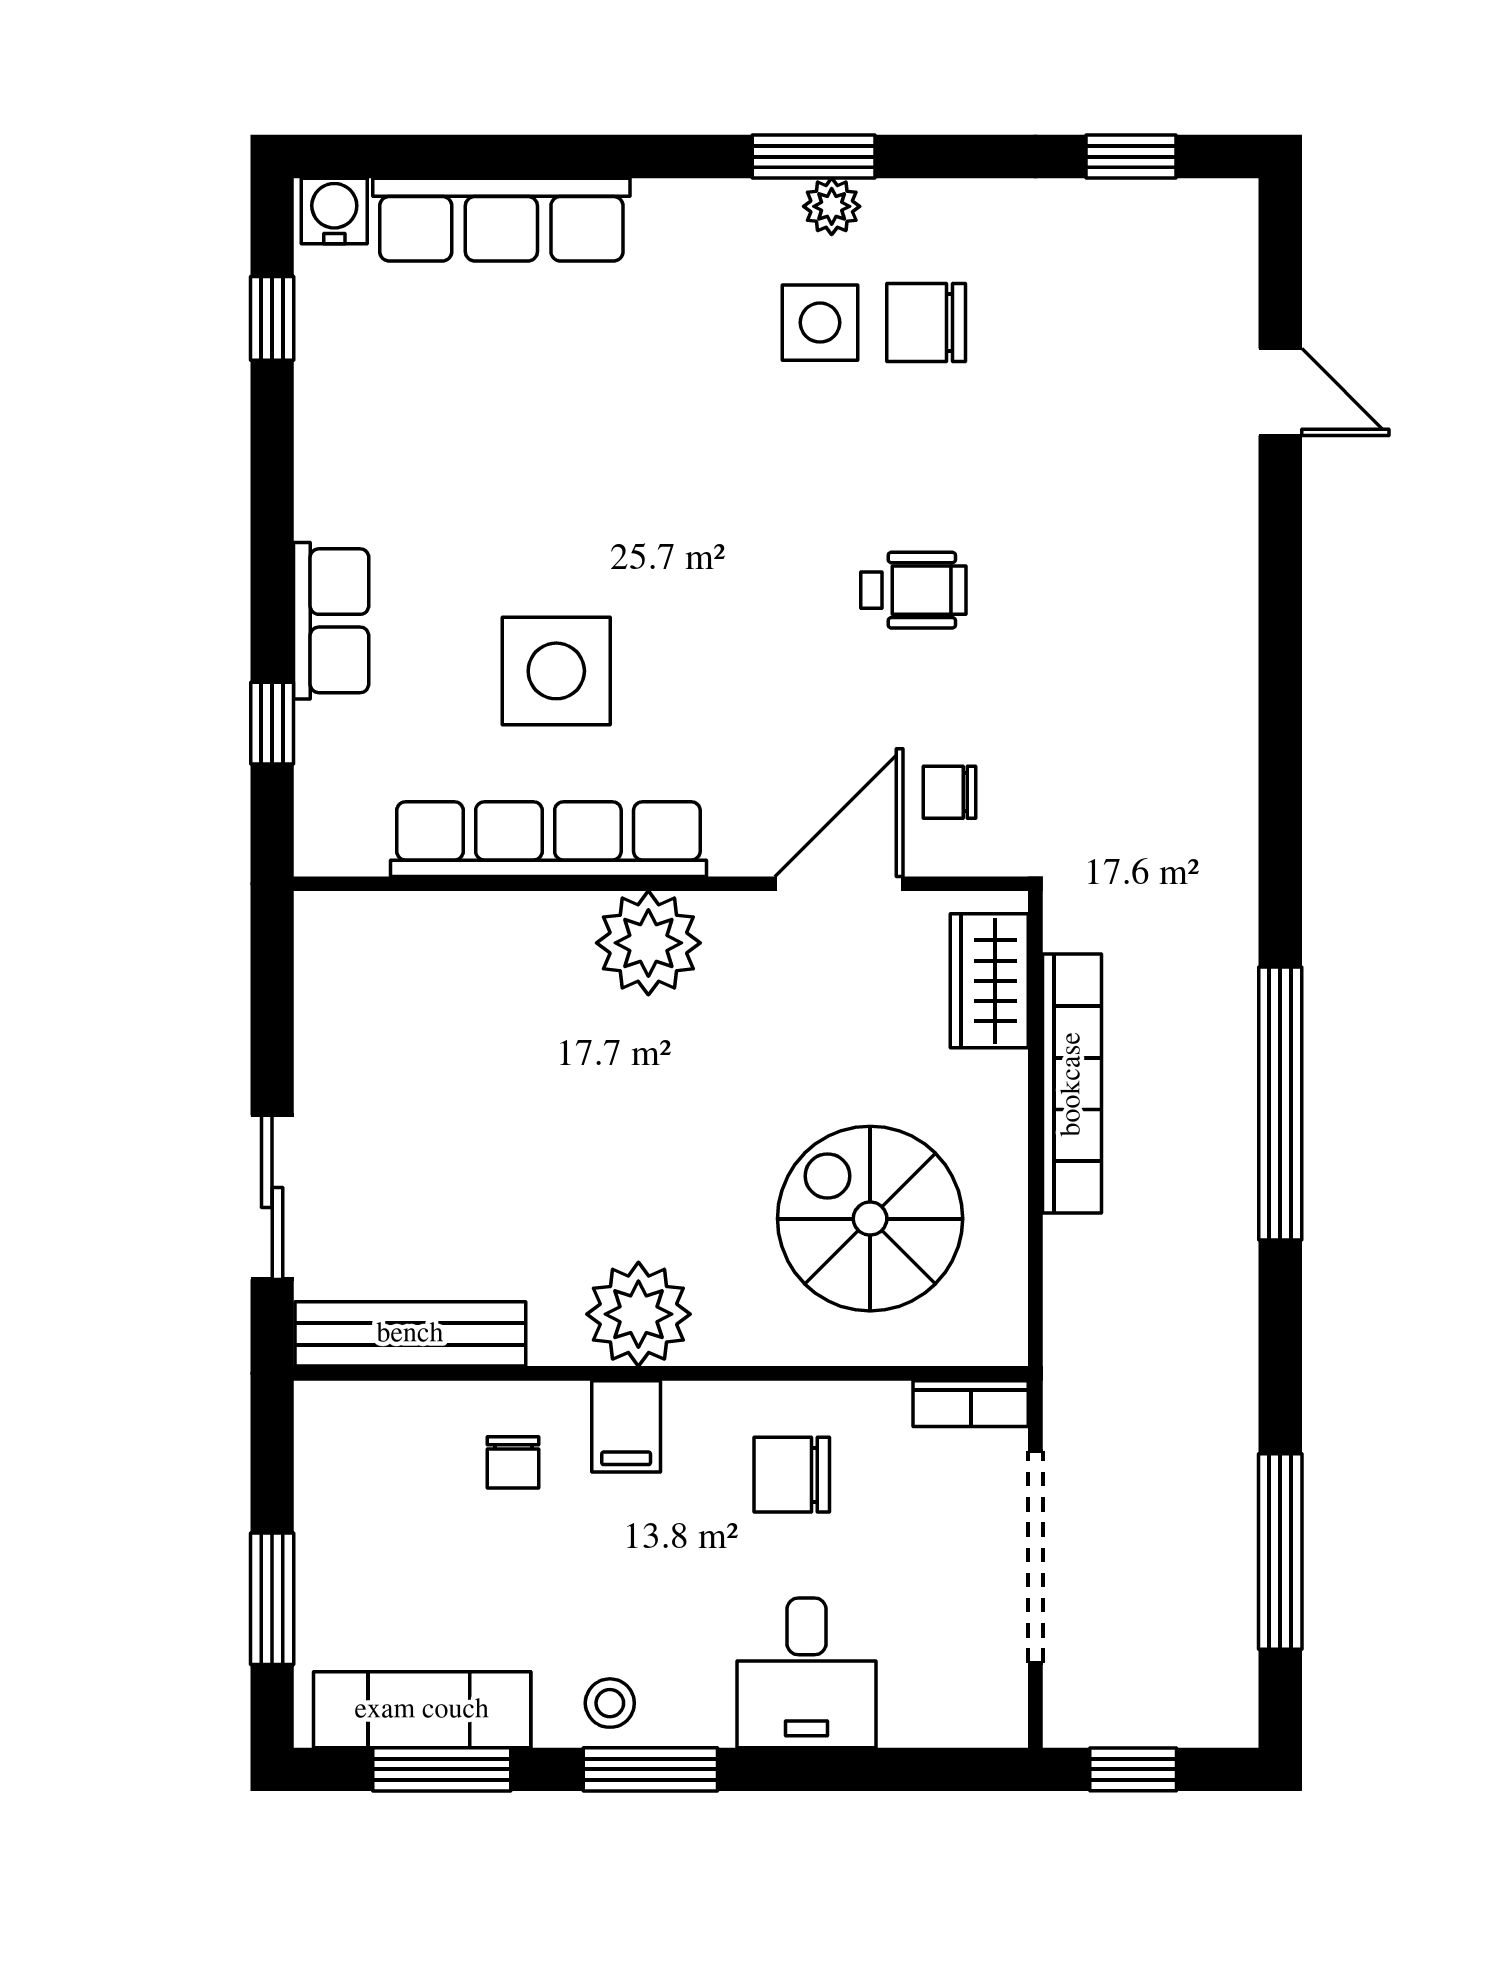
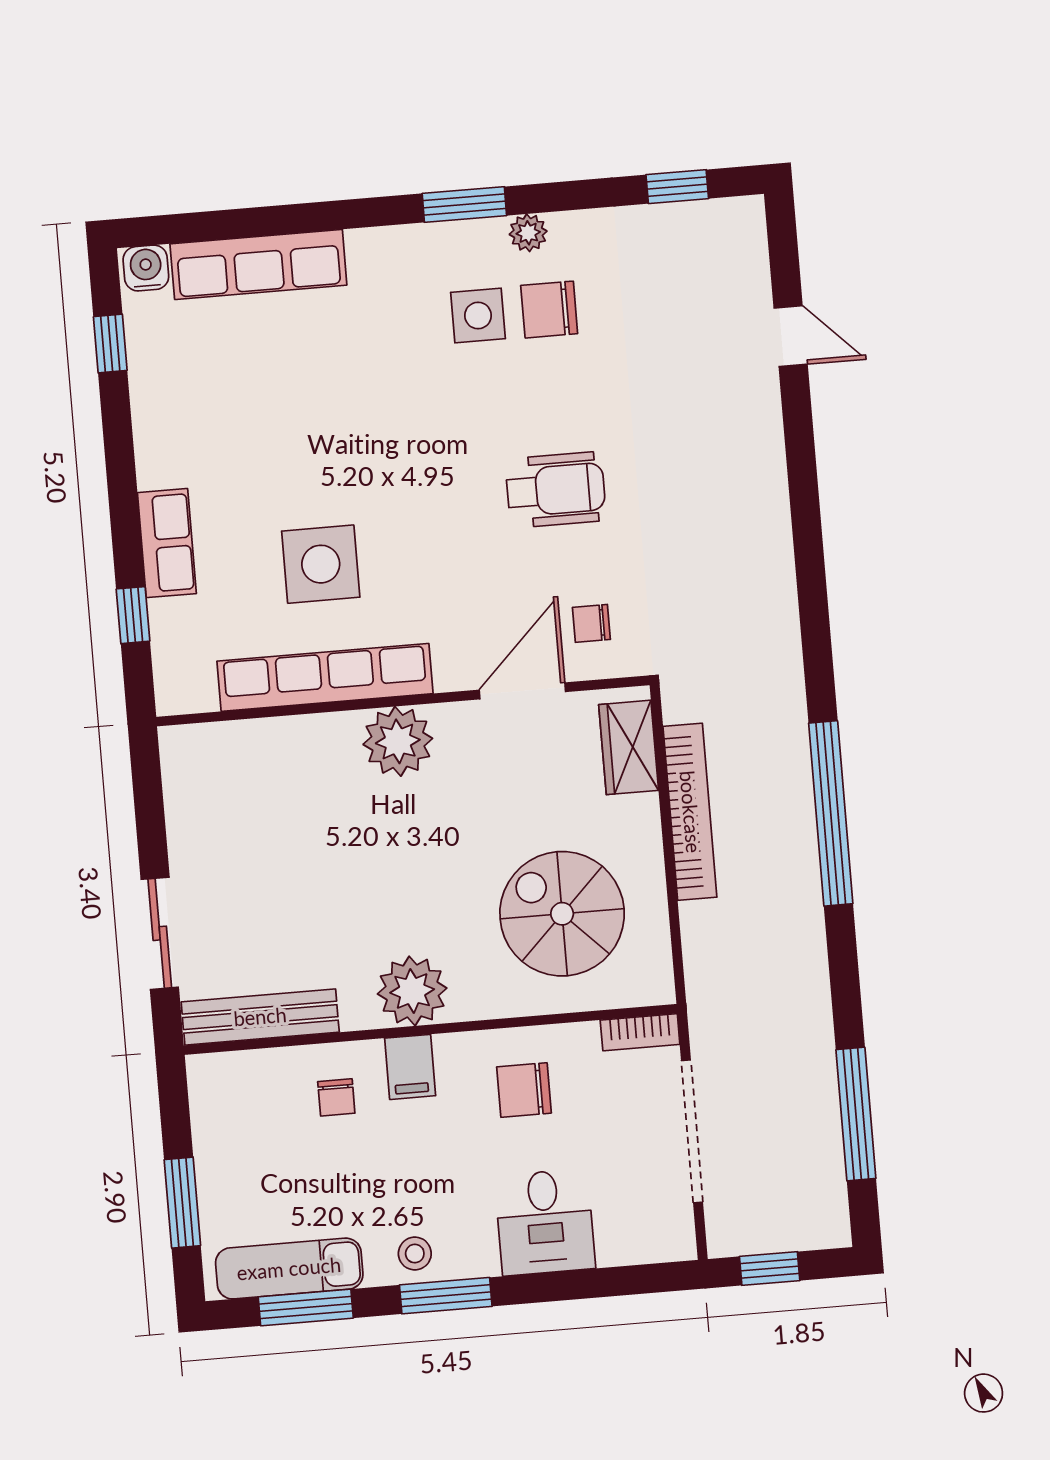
plant: (832, 206) -> (528, 233), moved
wheelchair: (913, 590) -> (556, 490), width x1.36, depth x1.37

